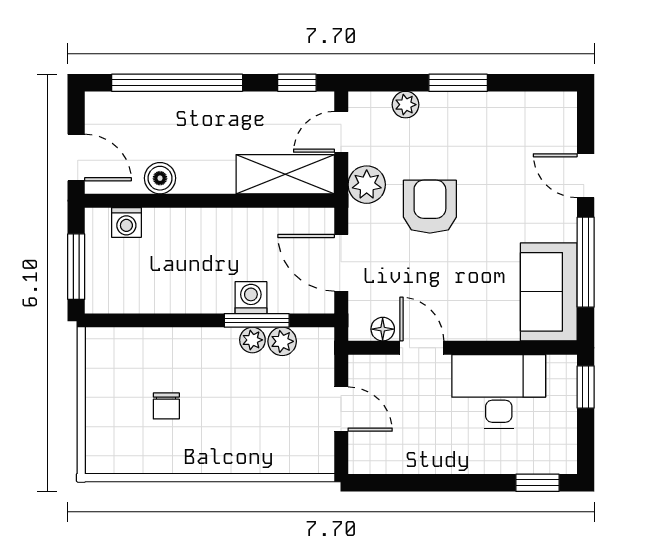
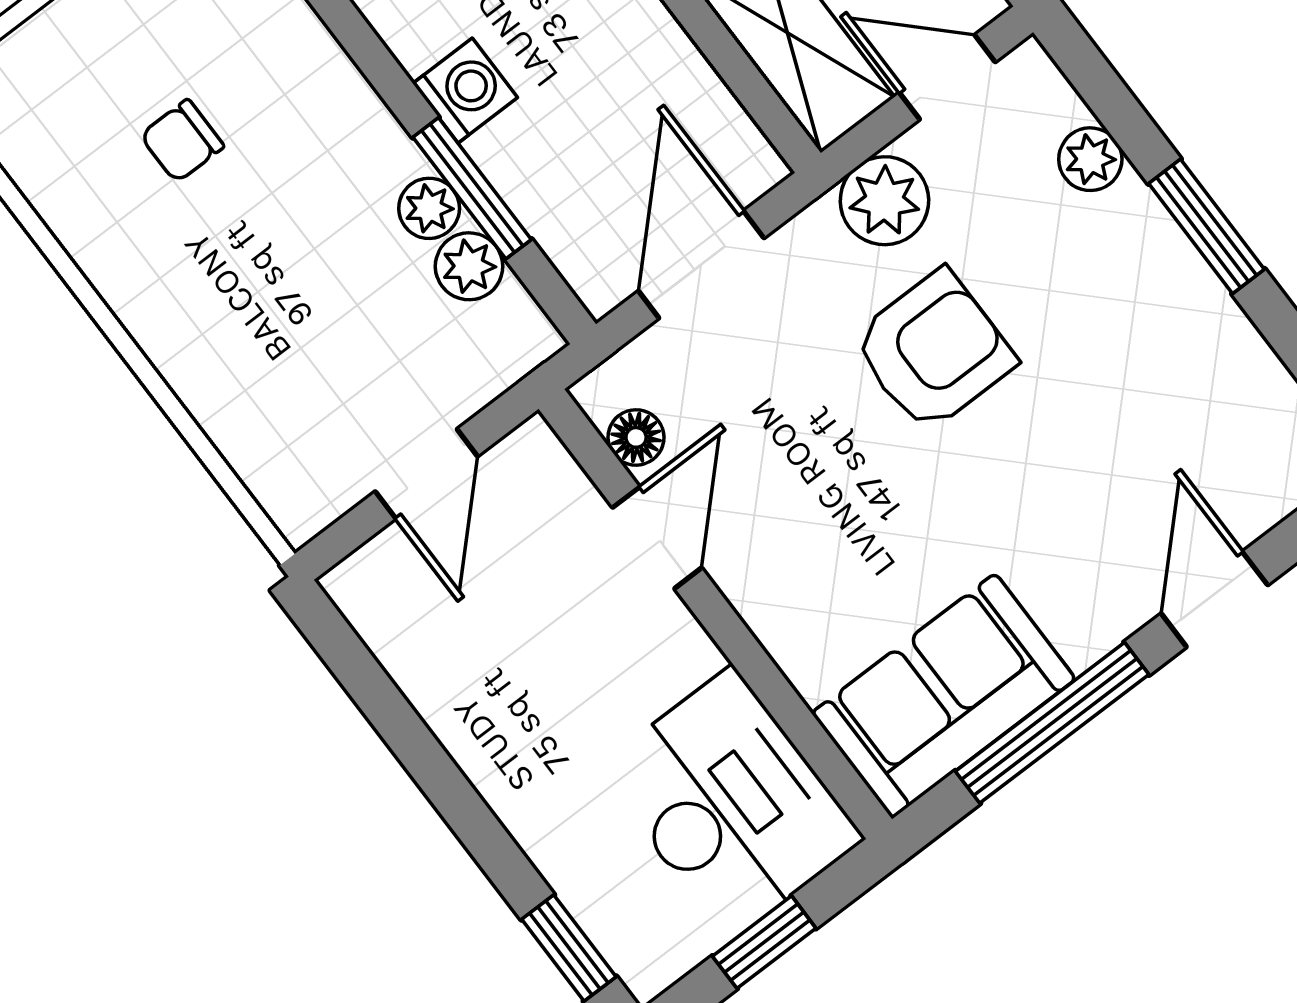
washing machine: (251, 298) -> (465, 90), moved
window: (586, 387) -> (764, 942), moved
desk: (499, 391) -> (730, 804), moved

